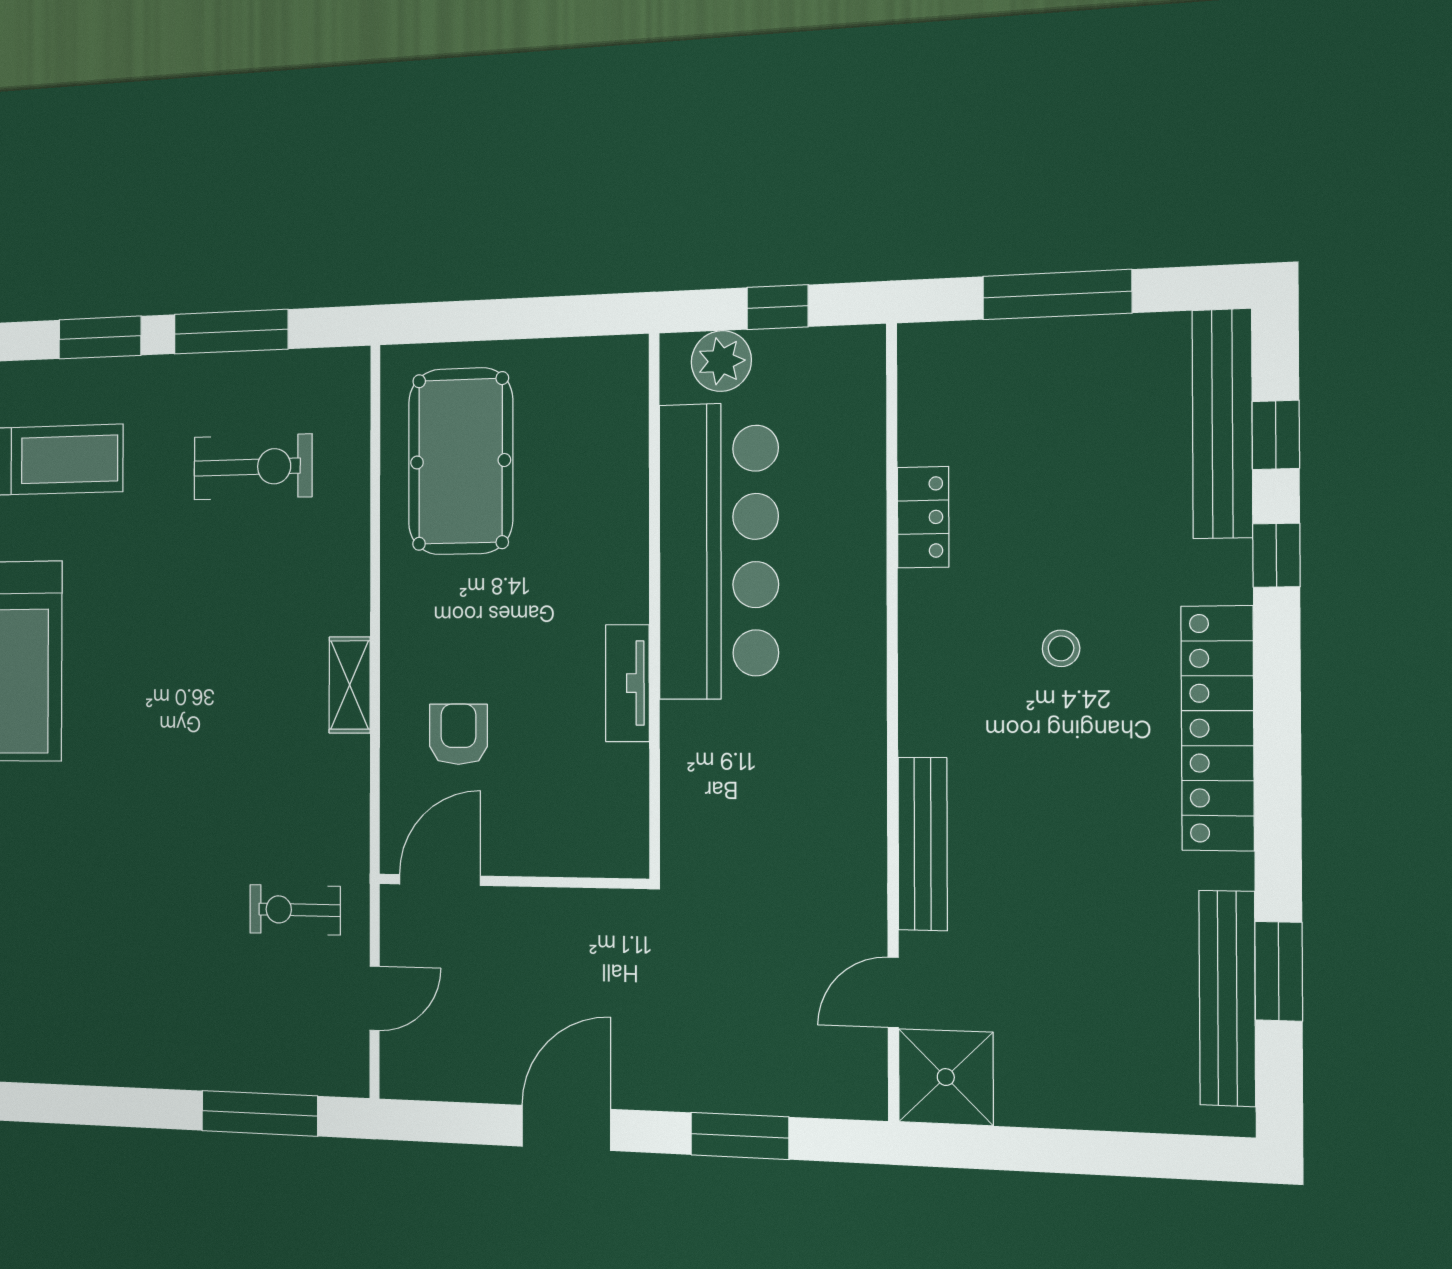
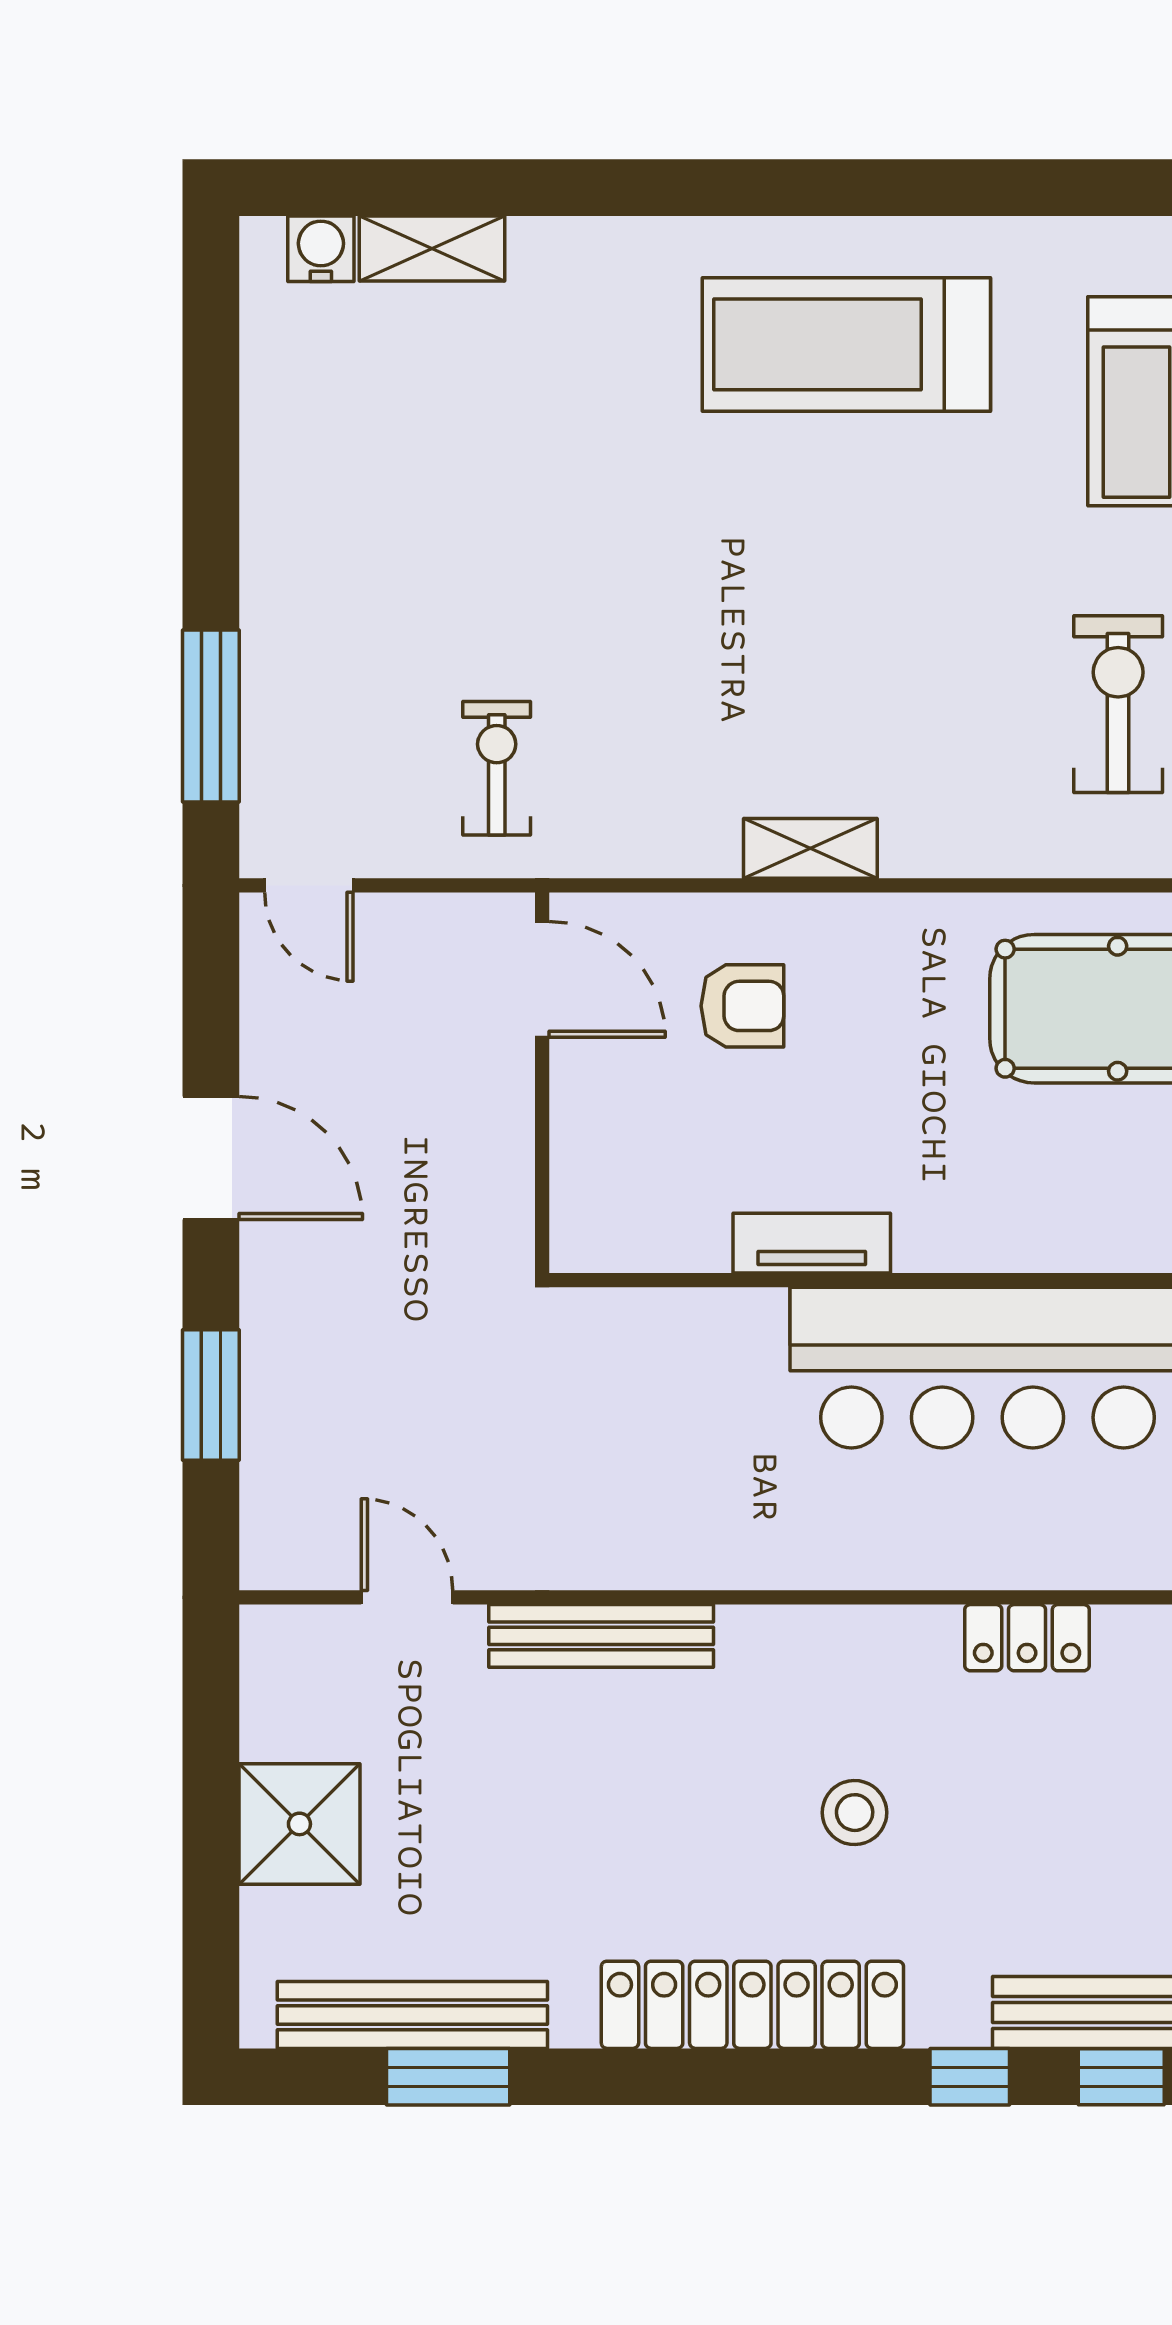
exercise bike: (253, 467) -> (1118, 704), turned 180
stool: (1061, 648) -> (855, 1813), width x1.37, depth x1.37
door: (375, 998) -> (309, 885), moved
shower: (946, 1077) -> (299, 1824), moved

